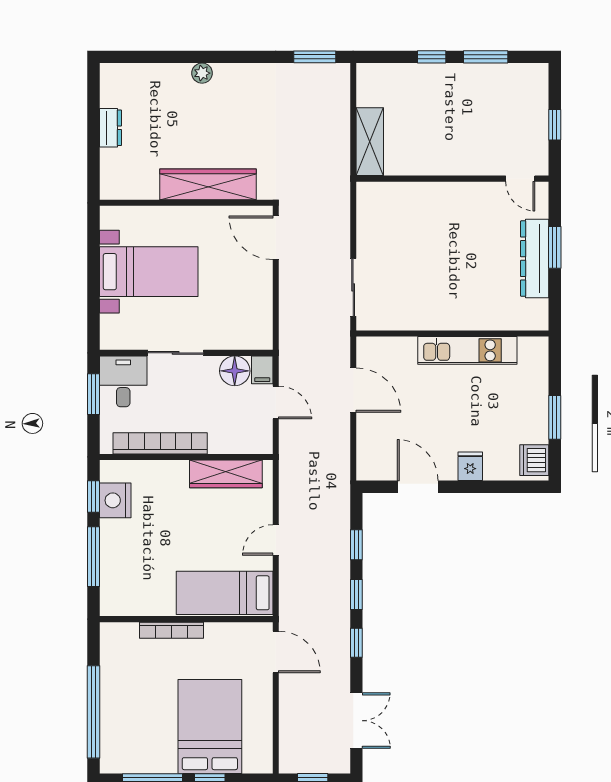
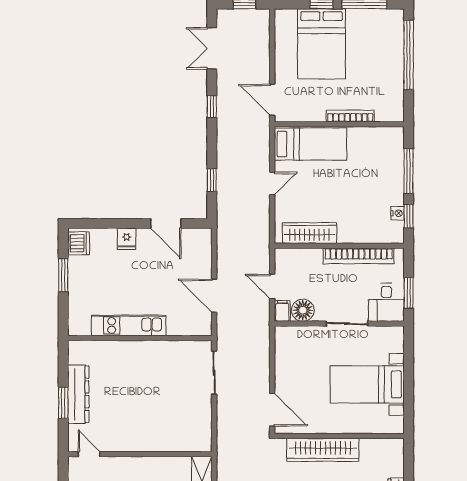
nightstand: (115, 500) -> (398, 213), width x0.53, depth x0.56
window: (356, 594) -> (212, 143), removed

